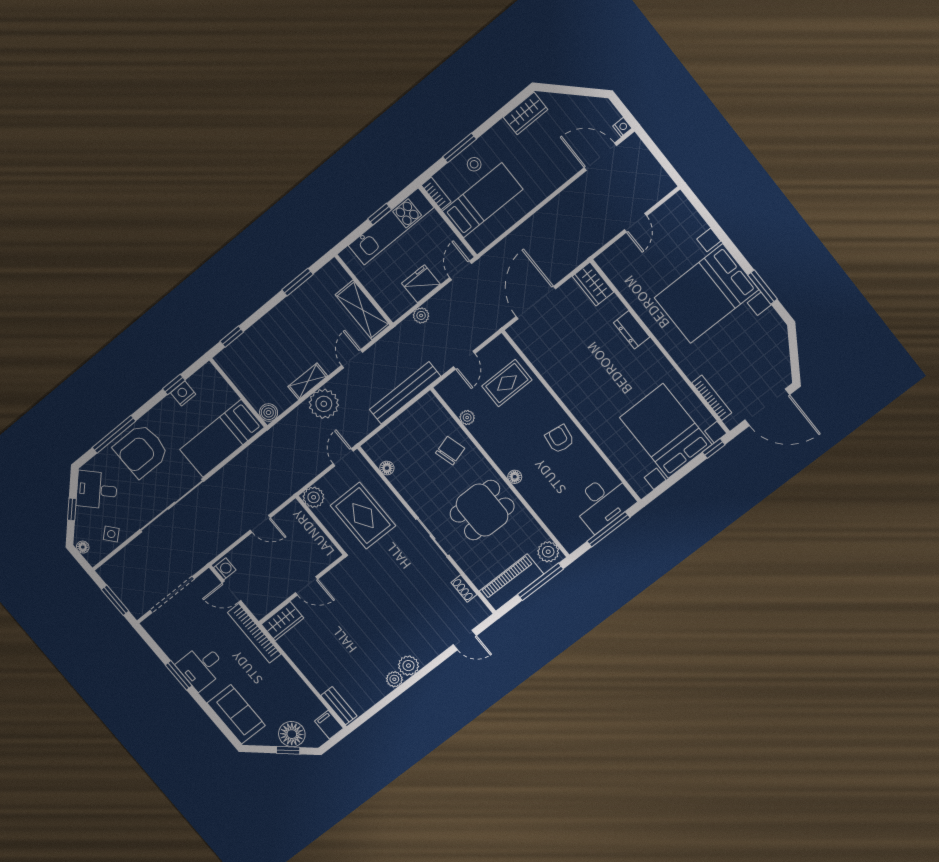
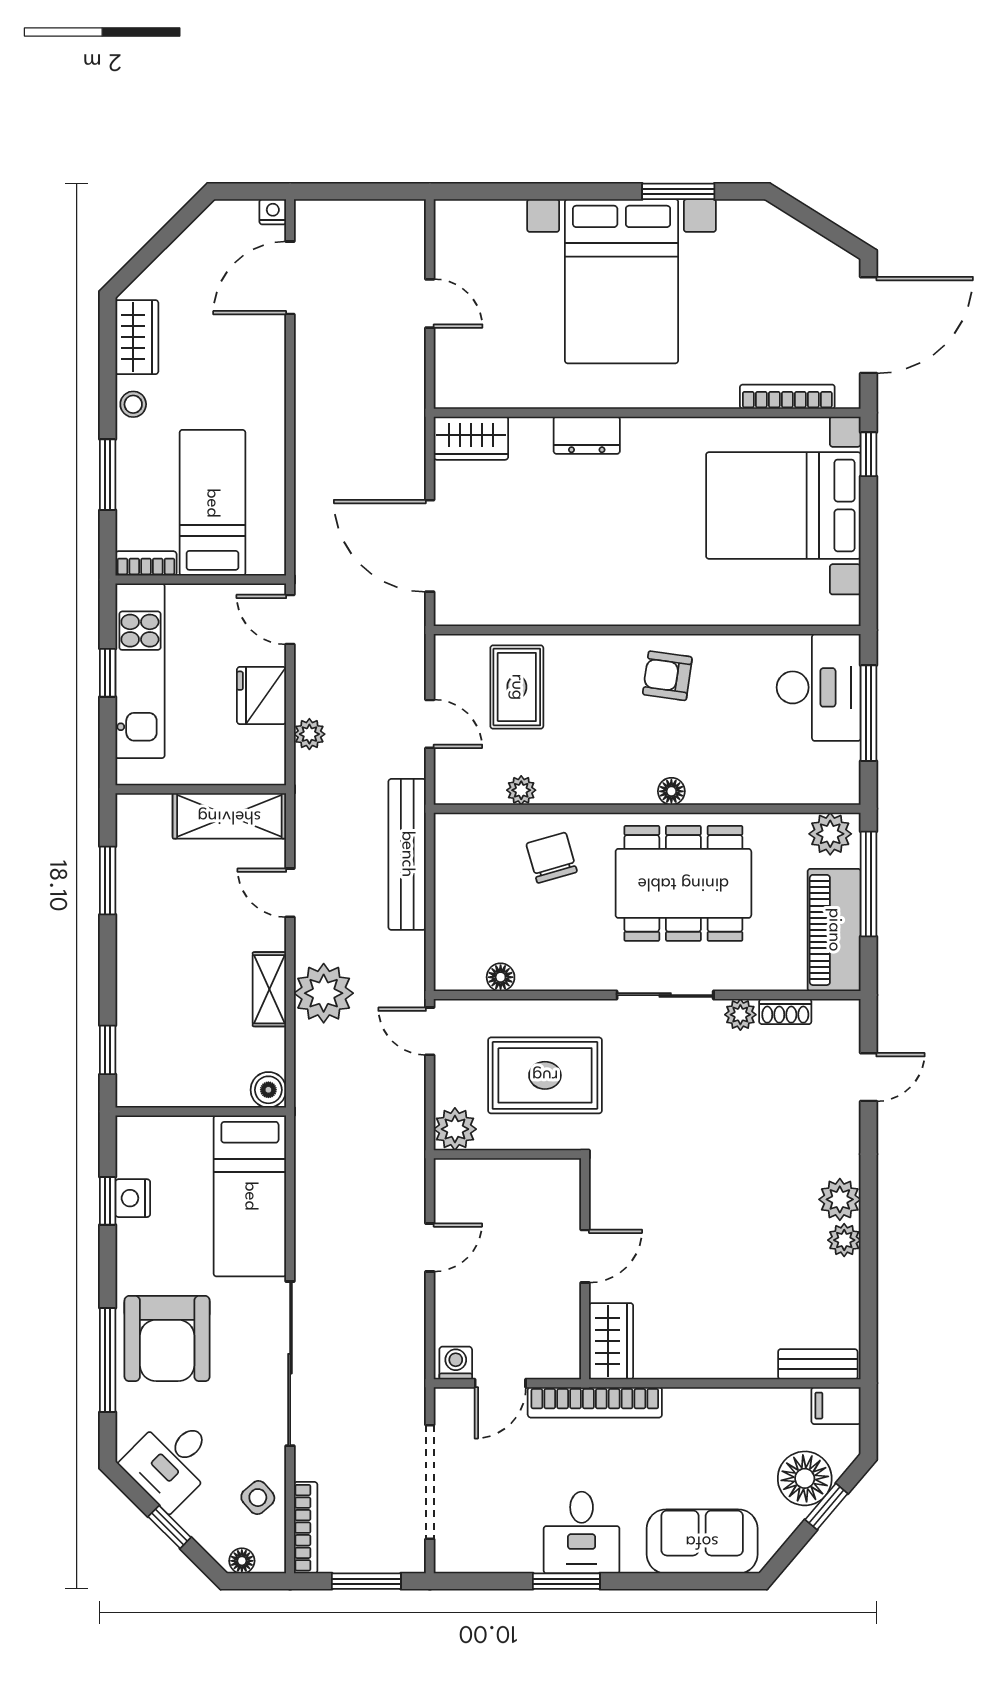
stool: (474, 164) -> (133, 404), moved
dining table: (482, 510) -> (683, 883), width x1.38
bookcase: (115, 561) -> (306, 1528), added
plant: (449, 572) -> (740, 1015), added

